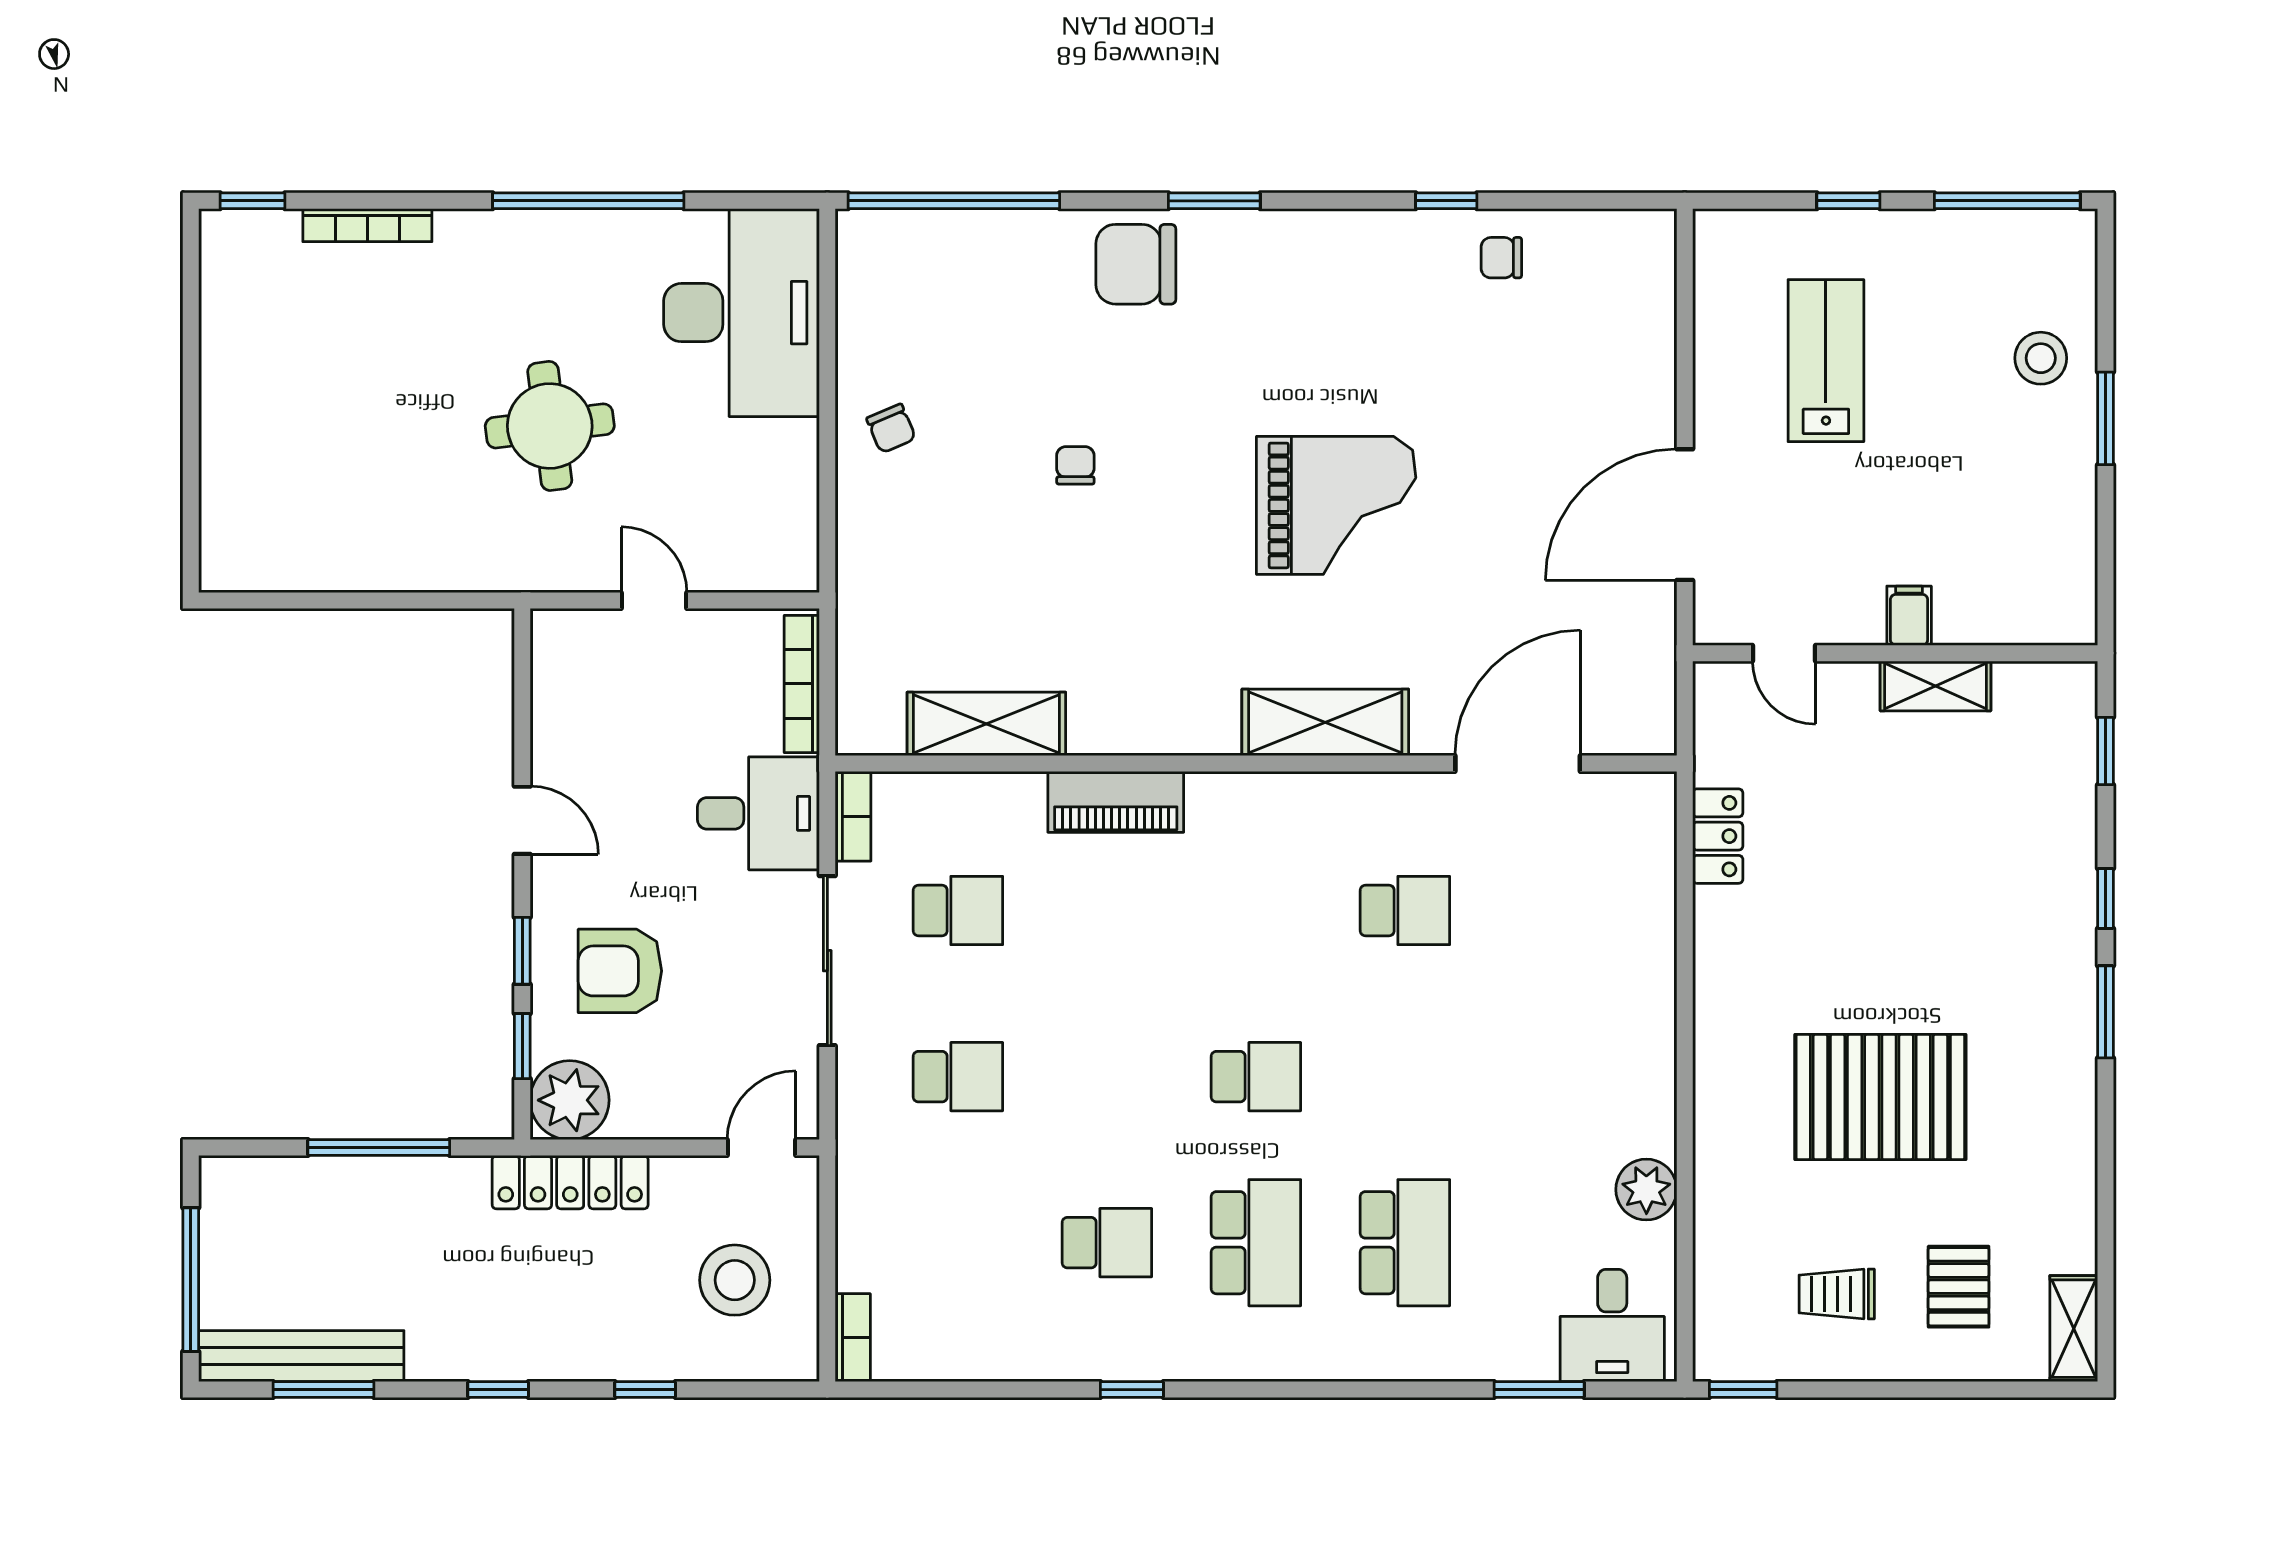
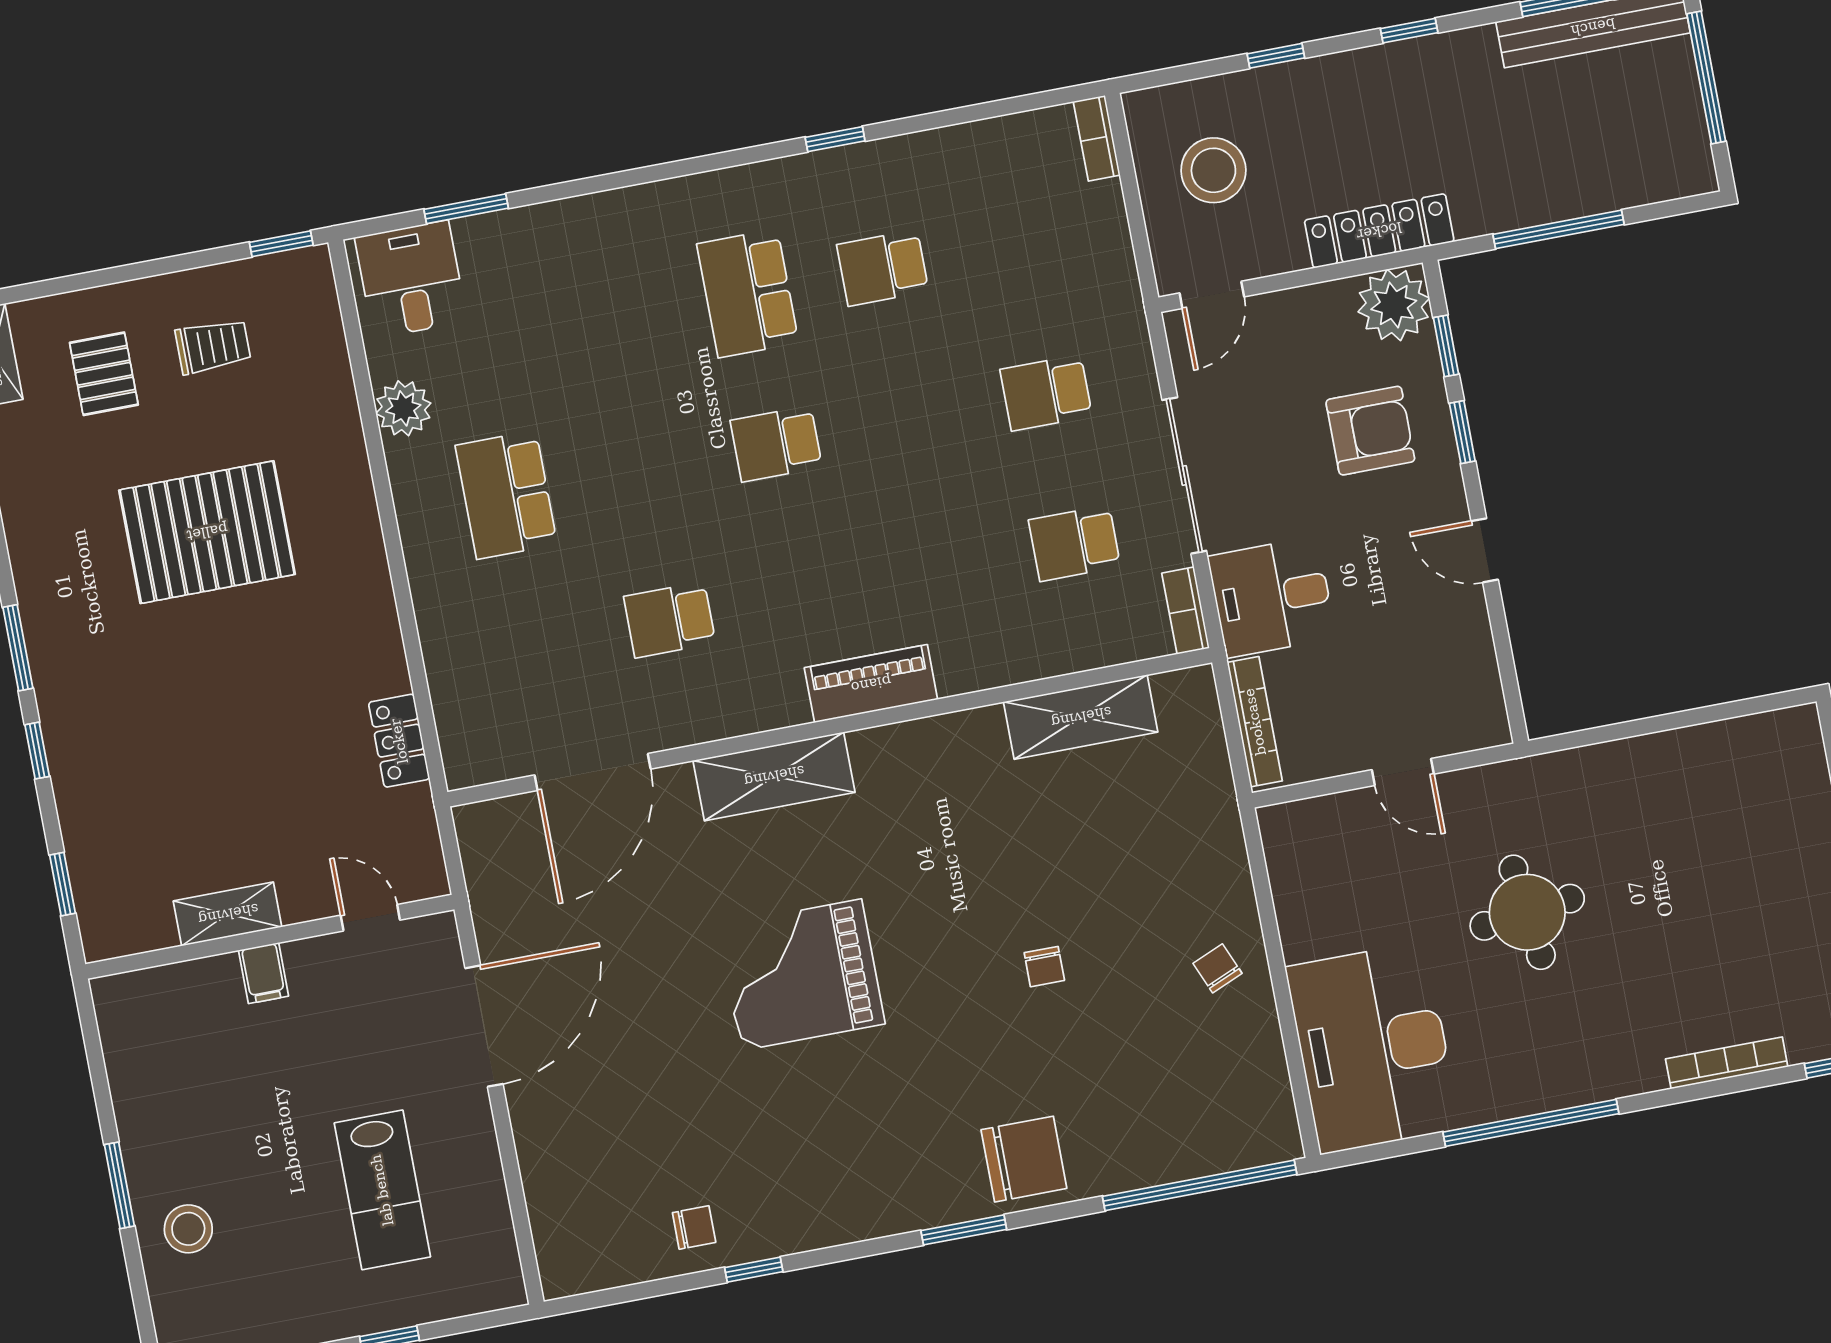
piano: (1116, 802) -> (871, 684), moved
school desk: (1405, 1243) -> (506, 495), moved

